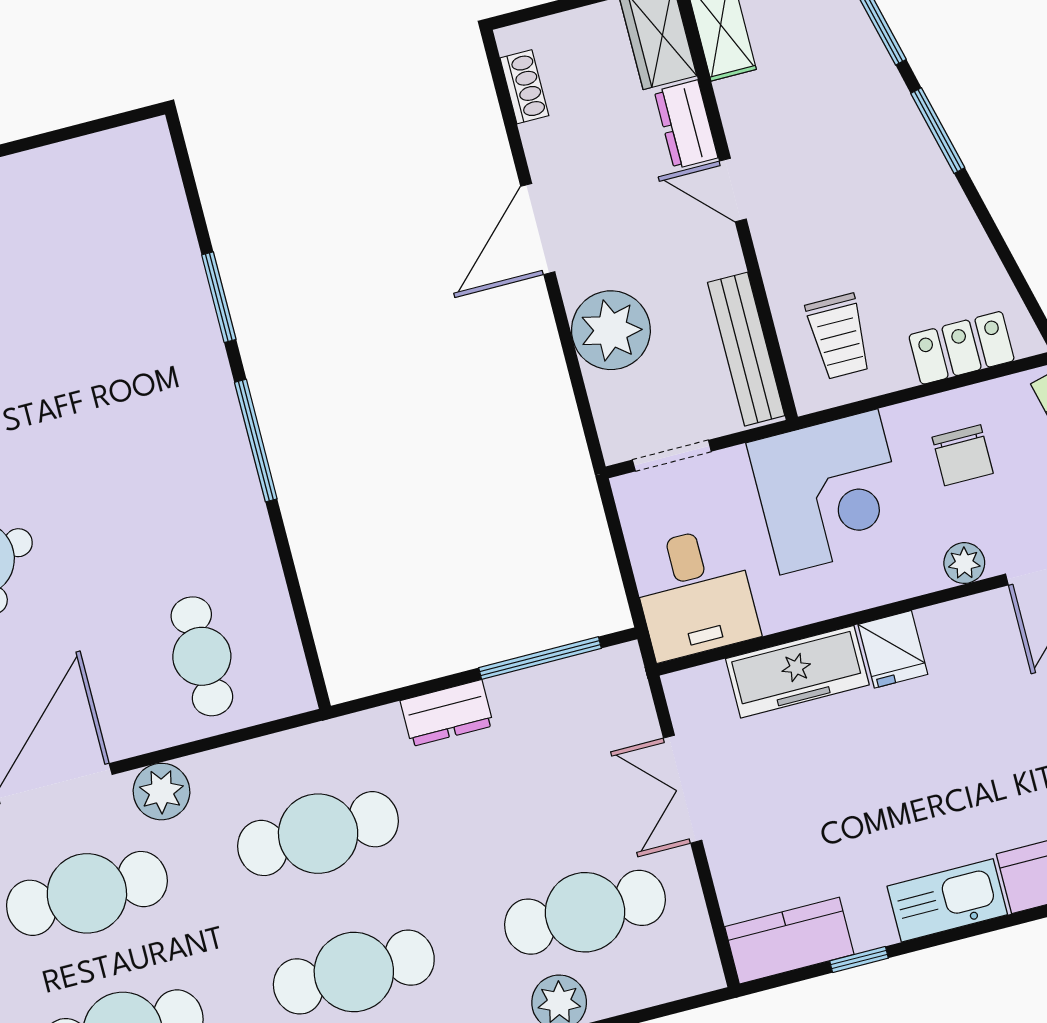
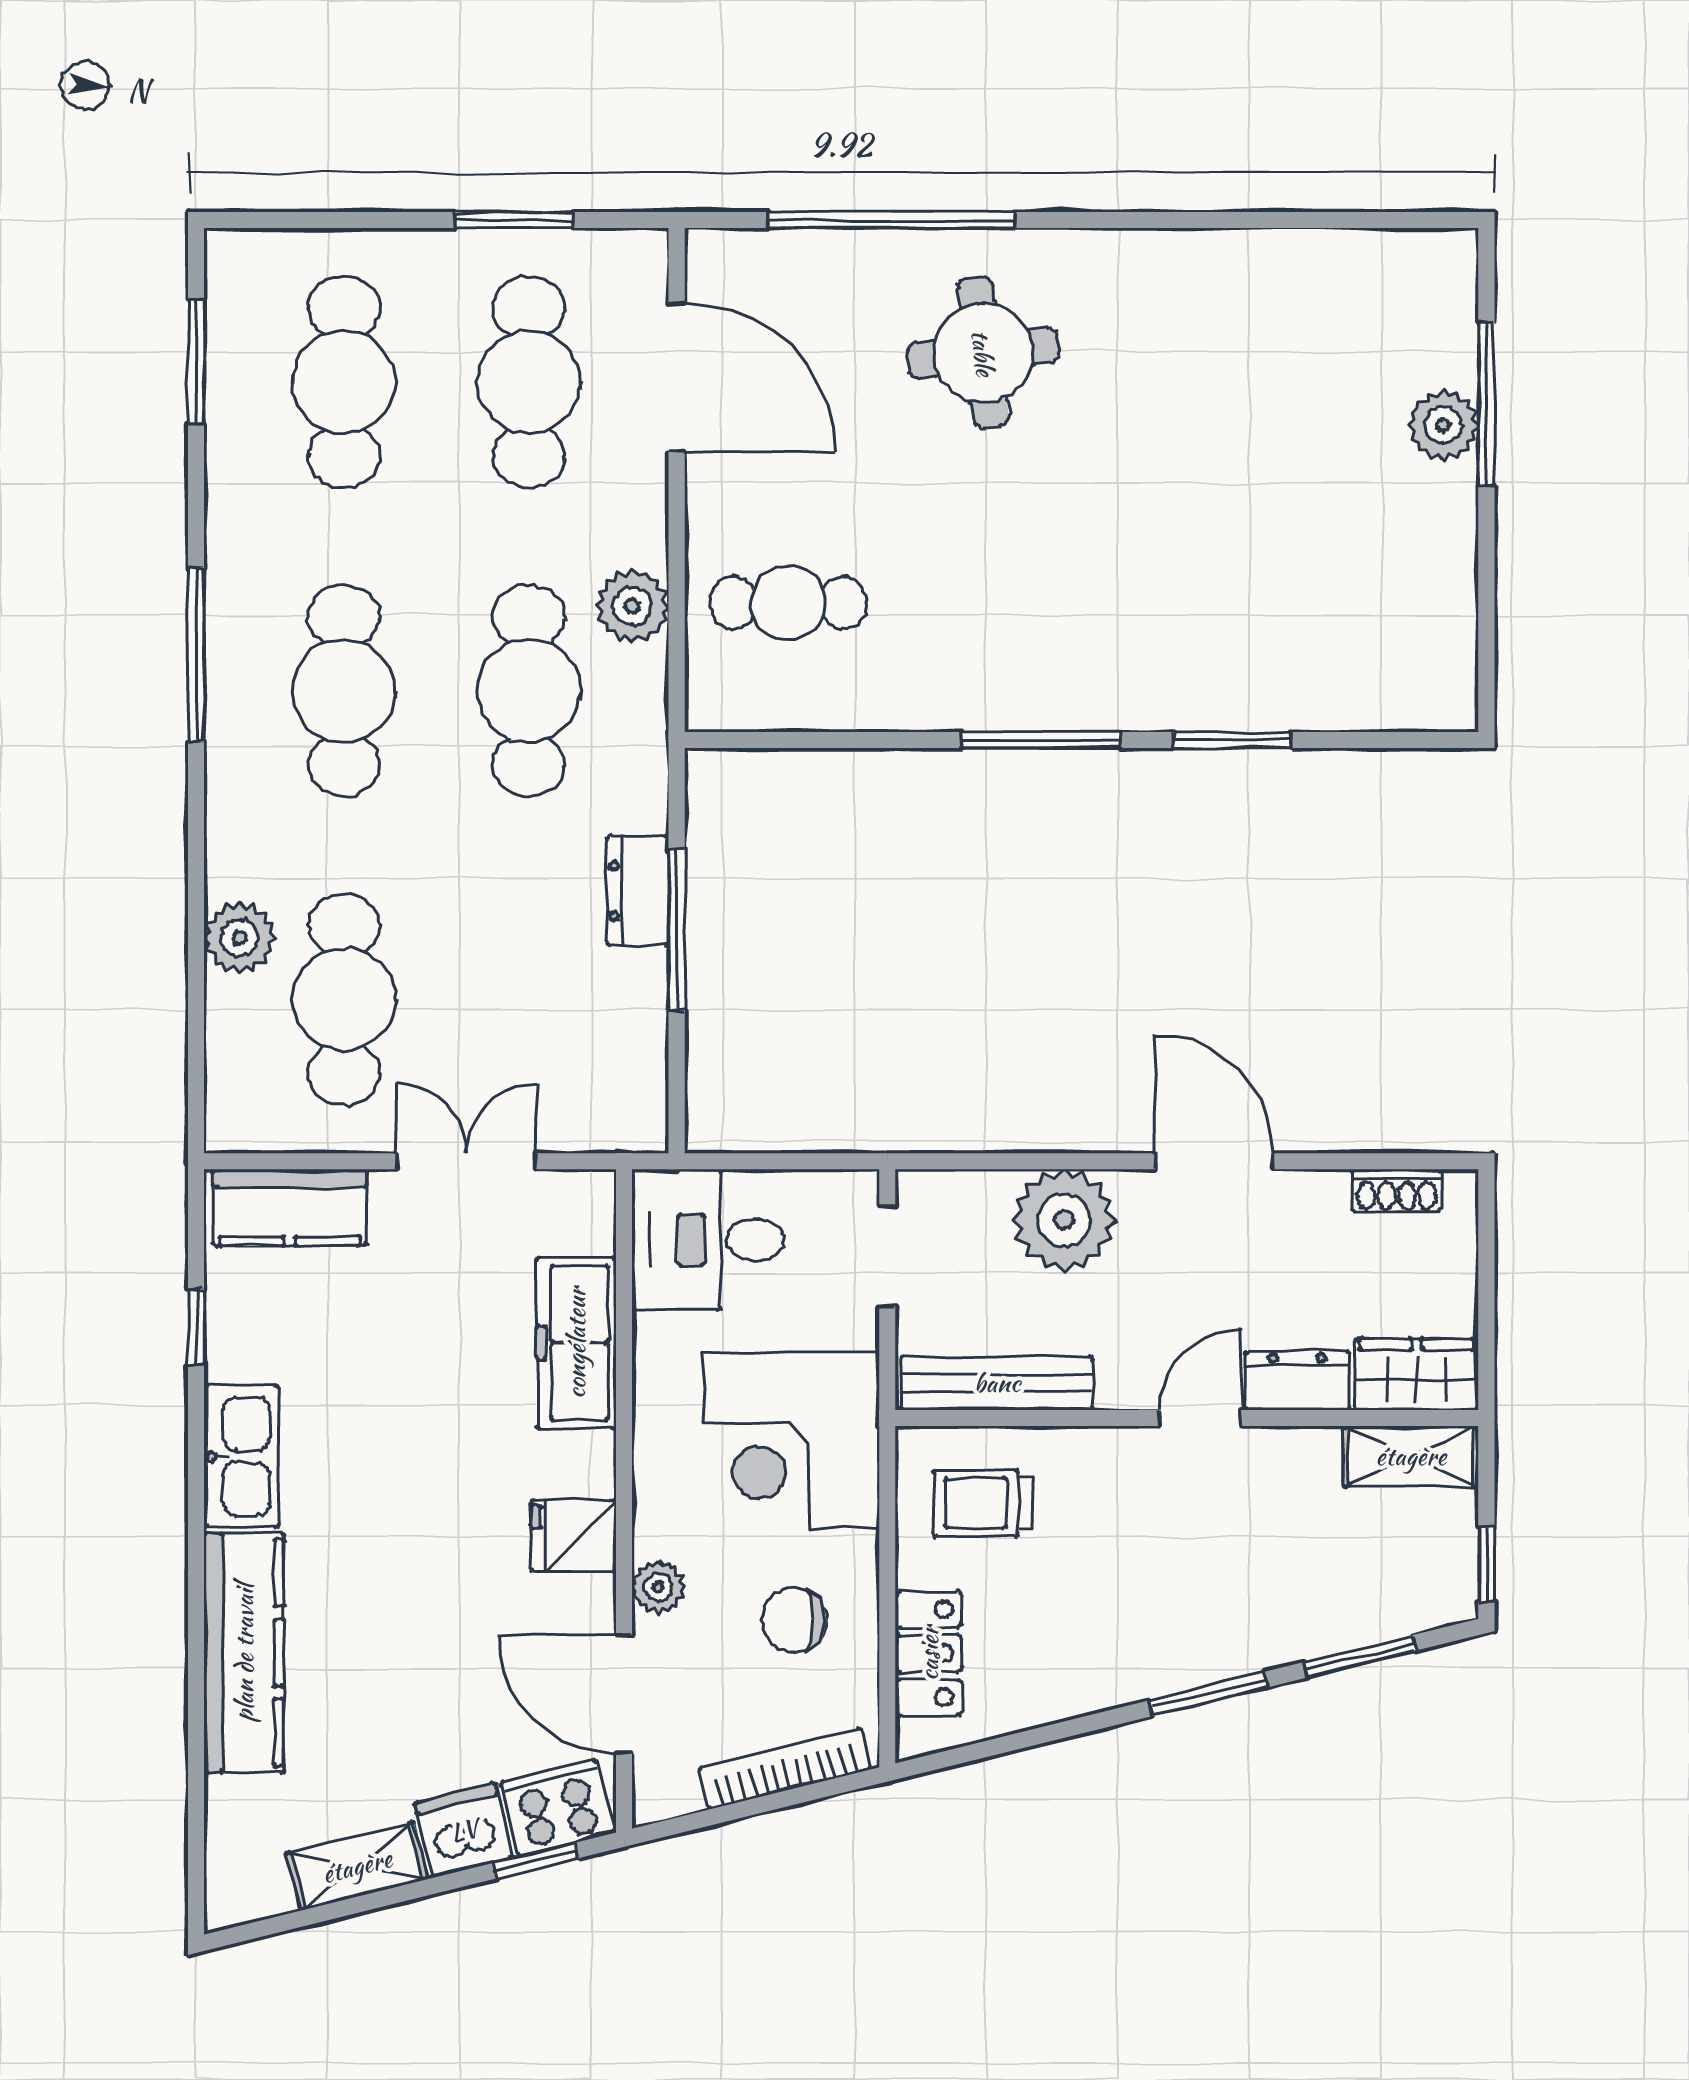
fridge: (893, 649) -> (573, 1536), moved
window: (540, 658) -> (677, 930), moved
plant: (161, 792) -> (632, 606), moved
kitchen counter: (789, 941) -> (290, 1208), moved, turned 90

